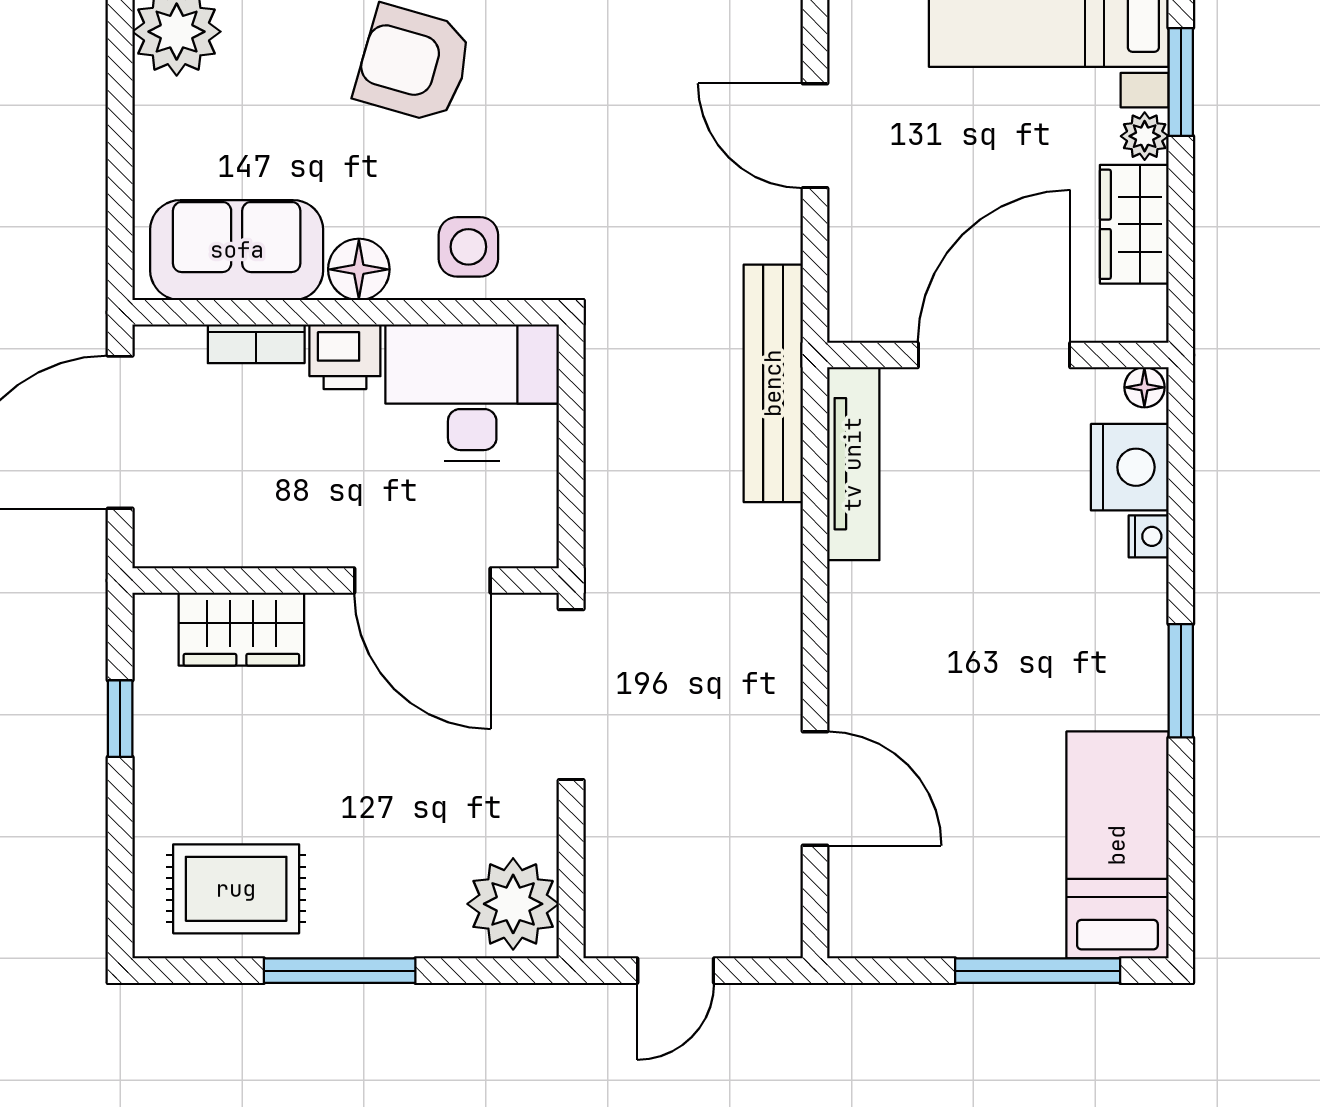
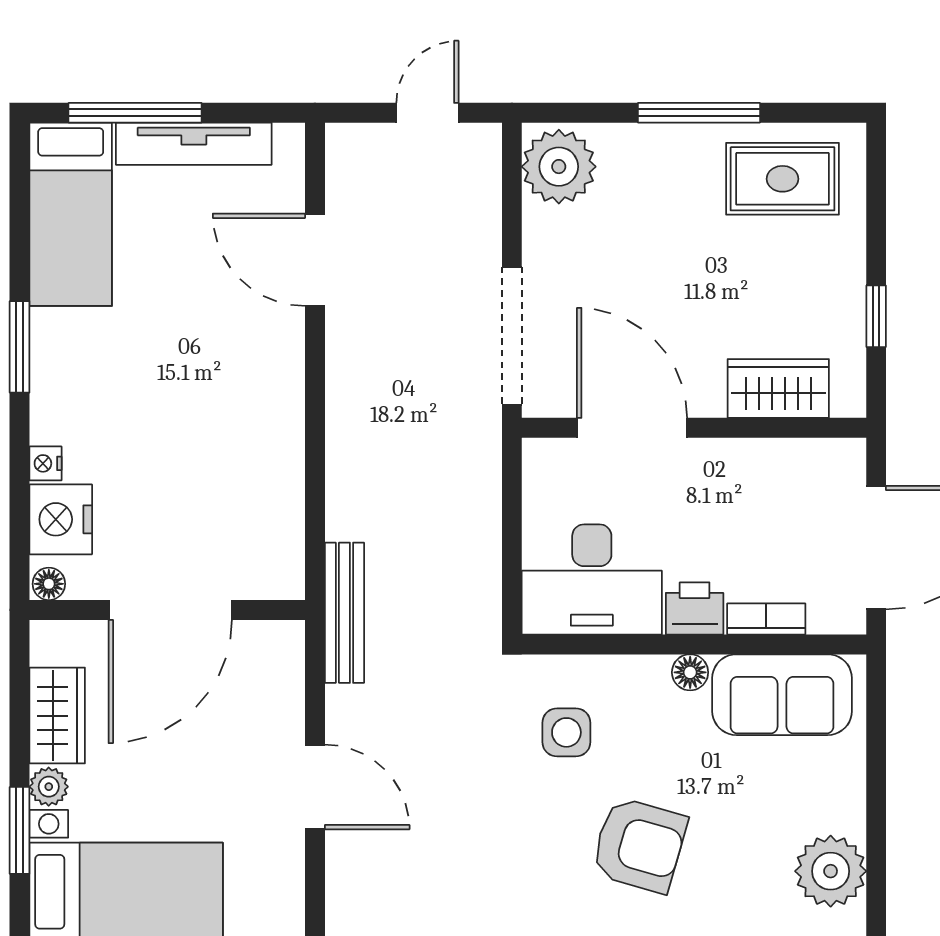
side table: (468, 247) -> (566, 732), moved
floor lamp: (359, 269) -> (690, 672), width x0.73, depth x0.73
bench: (773, 383) -> (344, 613), width x0.73, depth x0.82
tv unit: (853, 464) -> (194, 144), moved, turned -90

